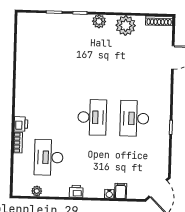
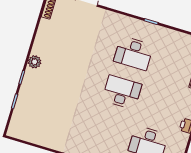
plant: (126, 25) -> (45, 38), removed

